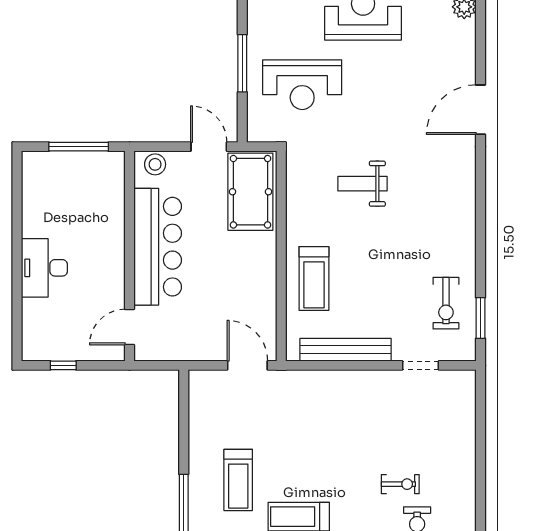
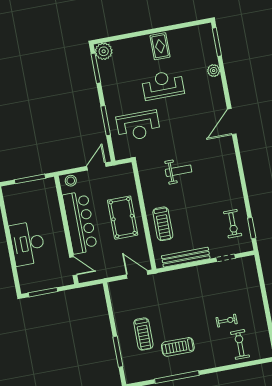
door: (209, 147) -> (96, 166), hinge flipped
weight bench: (363, 184) -> (179, 171), turned 180
pool table: (250, 192) -> (123, 218), moved
desk: (44, 268) -> (28, 243), width x1.36, depth x1.30
door: (130, 327) -> (73, 266), swing flipped
window: (63, 365) -> (43, 292), width x2.17

